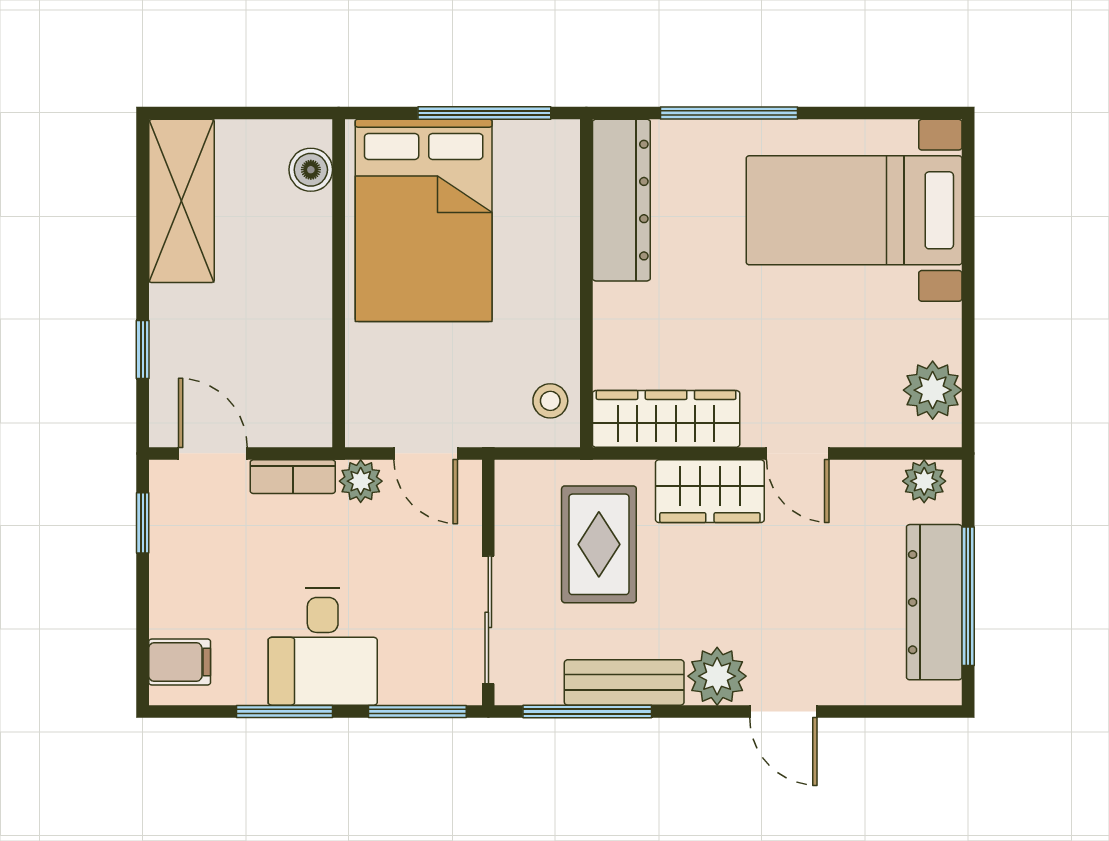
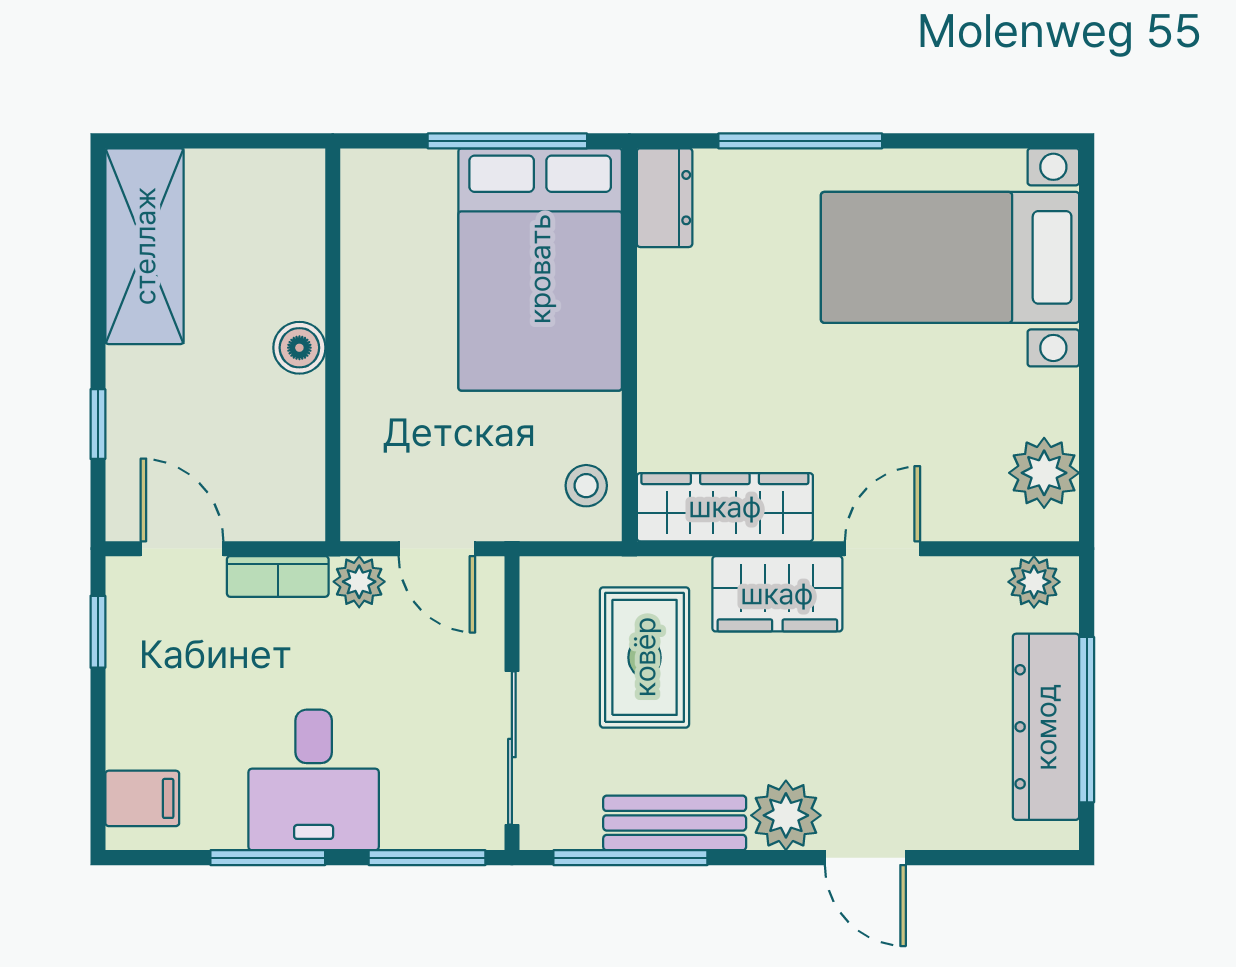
boiler: (311, 170) -> (299, 348), moved
dresser: (621, 200) -> (665, 198), width x0.51, depth x0.80
bed: (424, 220) -> (540, 269), moved
door: (798, 453) -> (882, 549), swing flipped

